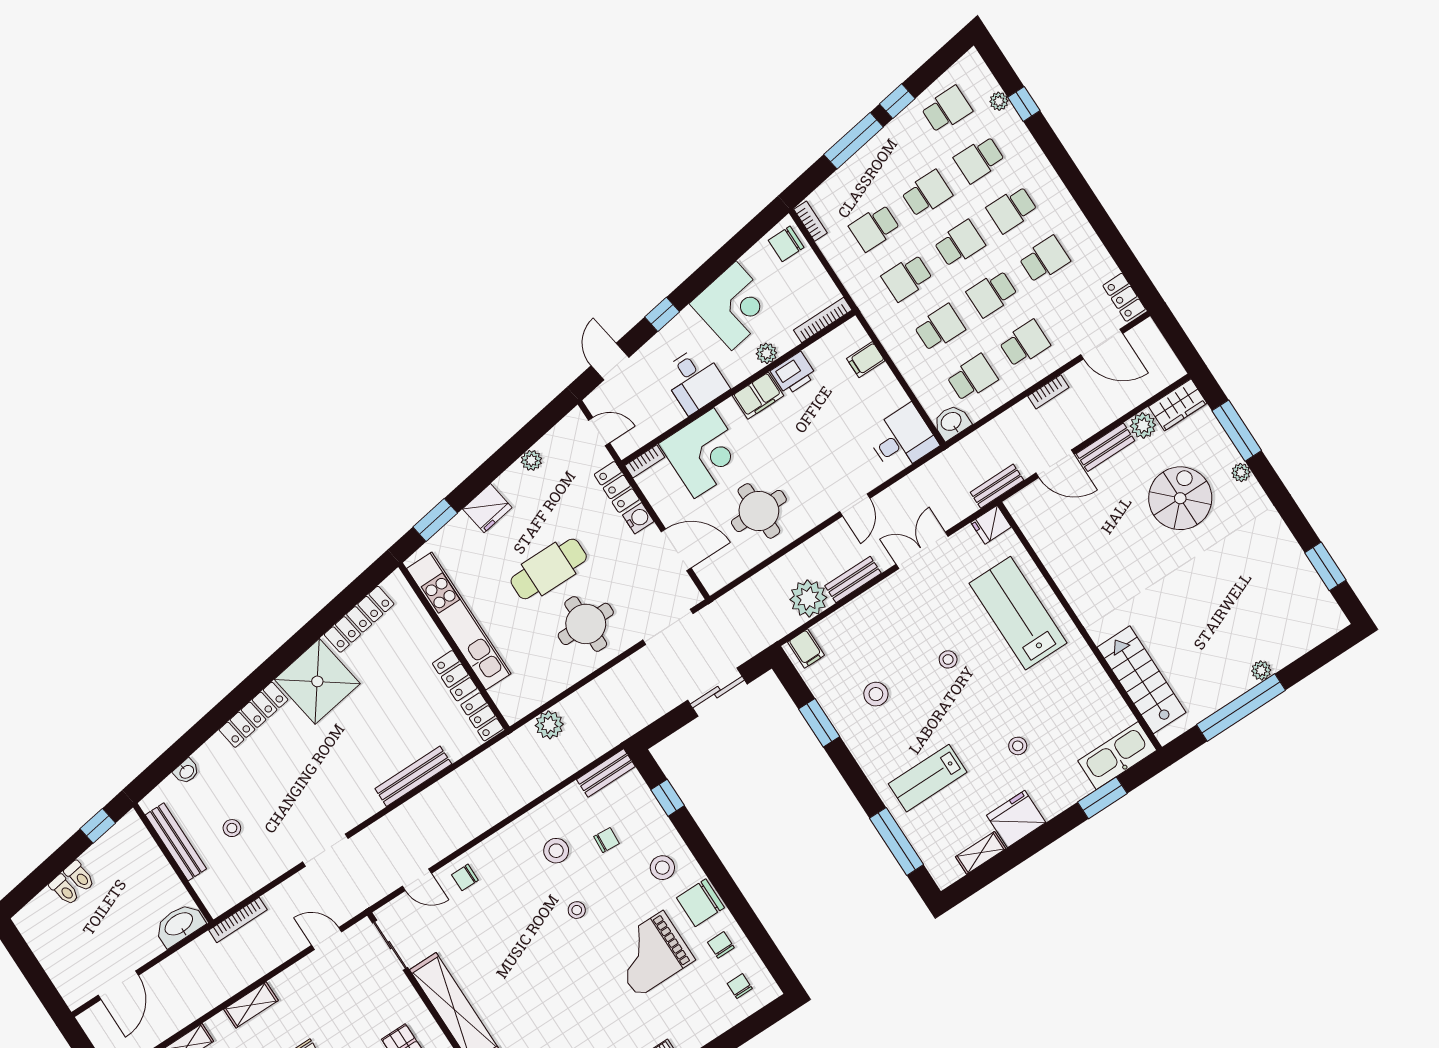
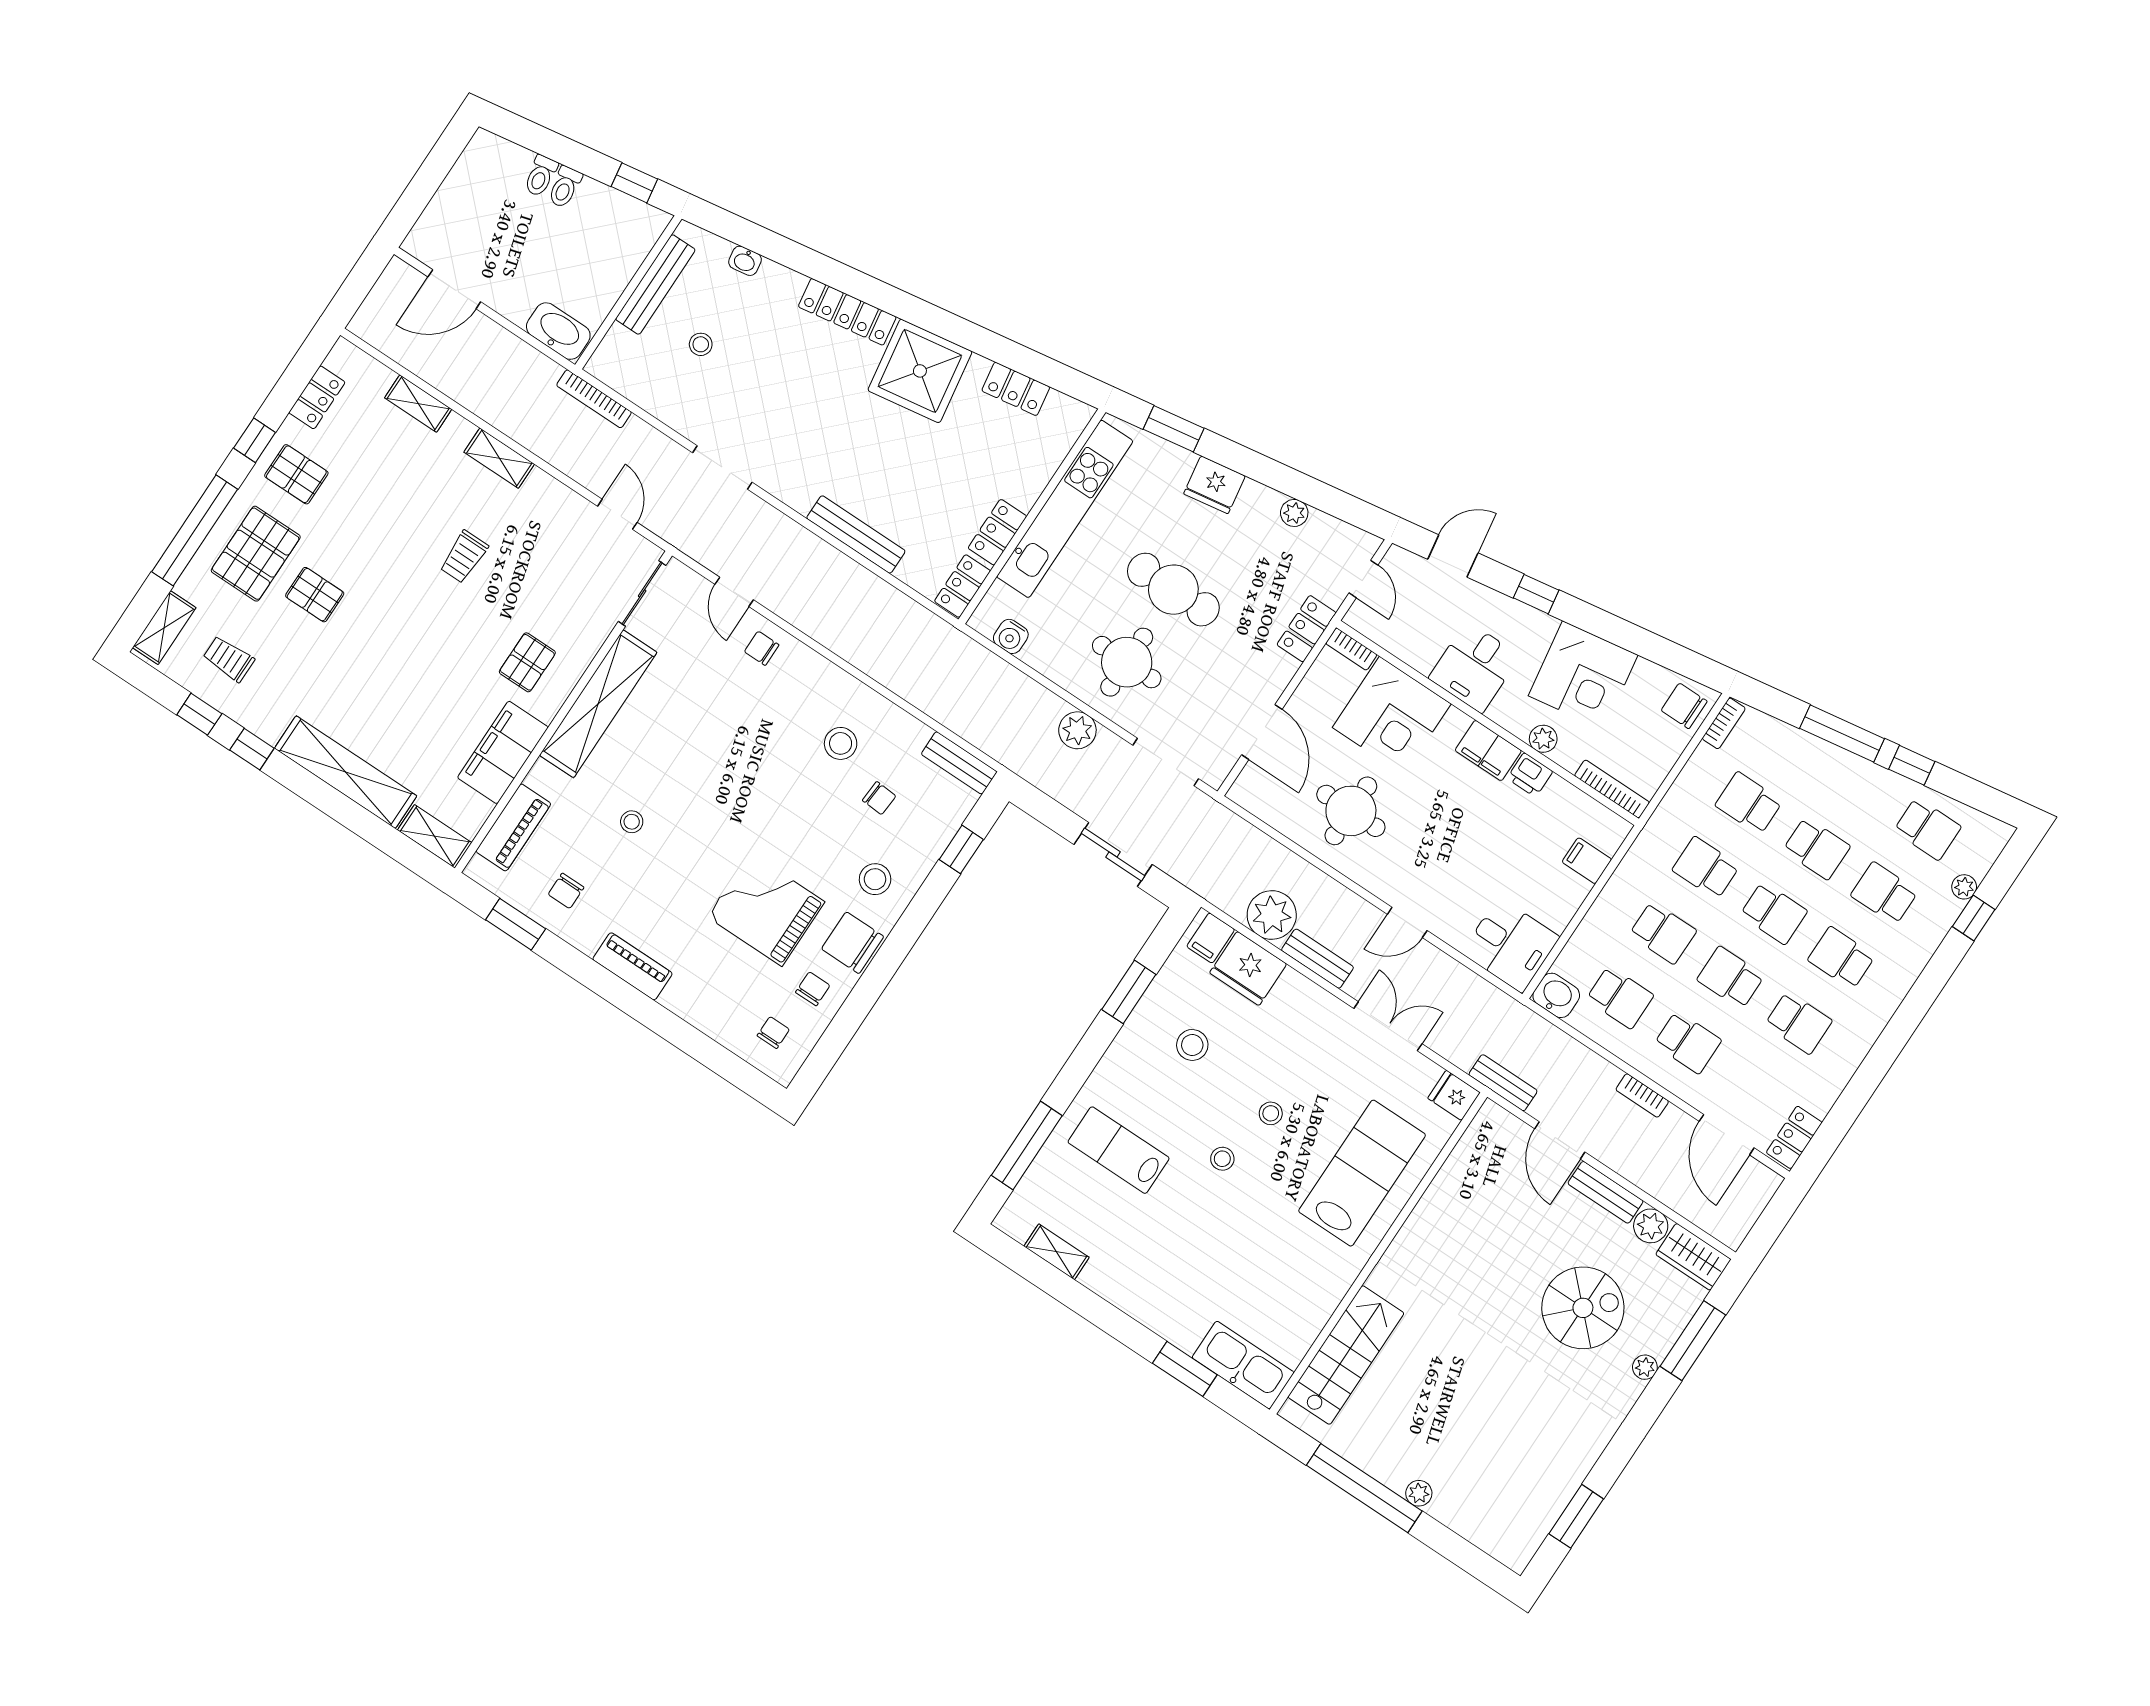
printer: (793, 373) -> (1530, 775), width x0.73, depth x0.81
water cooler: (638, 518) -> (1011, 636), moved, turned 90
locker: (359, 619) -> (1016, 389), width x0.66
plant: (549, 725) -> (1077, 730), moved
stool: (1018, 746) -> (1222, 1159), moved
fridge: (1016, 819) -> (1248, 968), moved, turned 180
stool: (577, 910) -> (632, 822), moved

